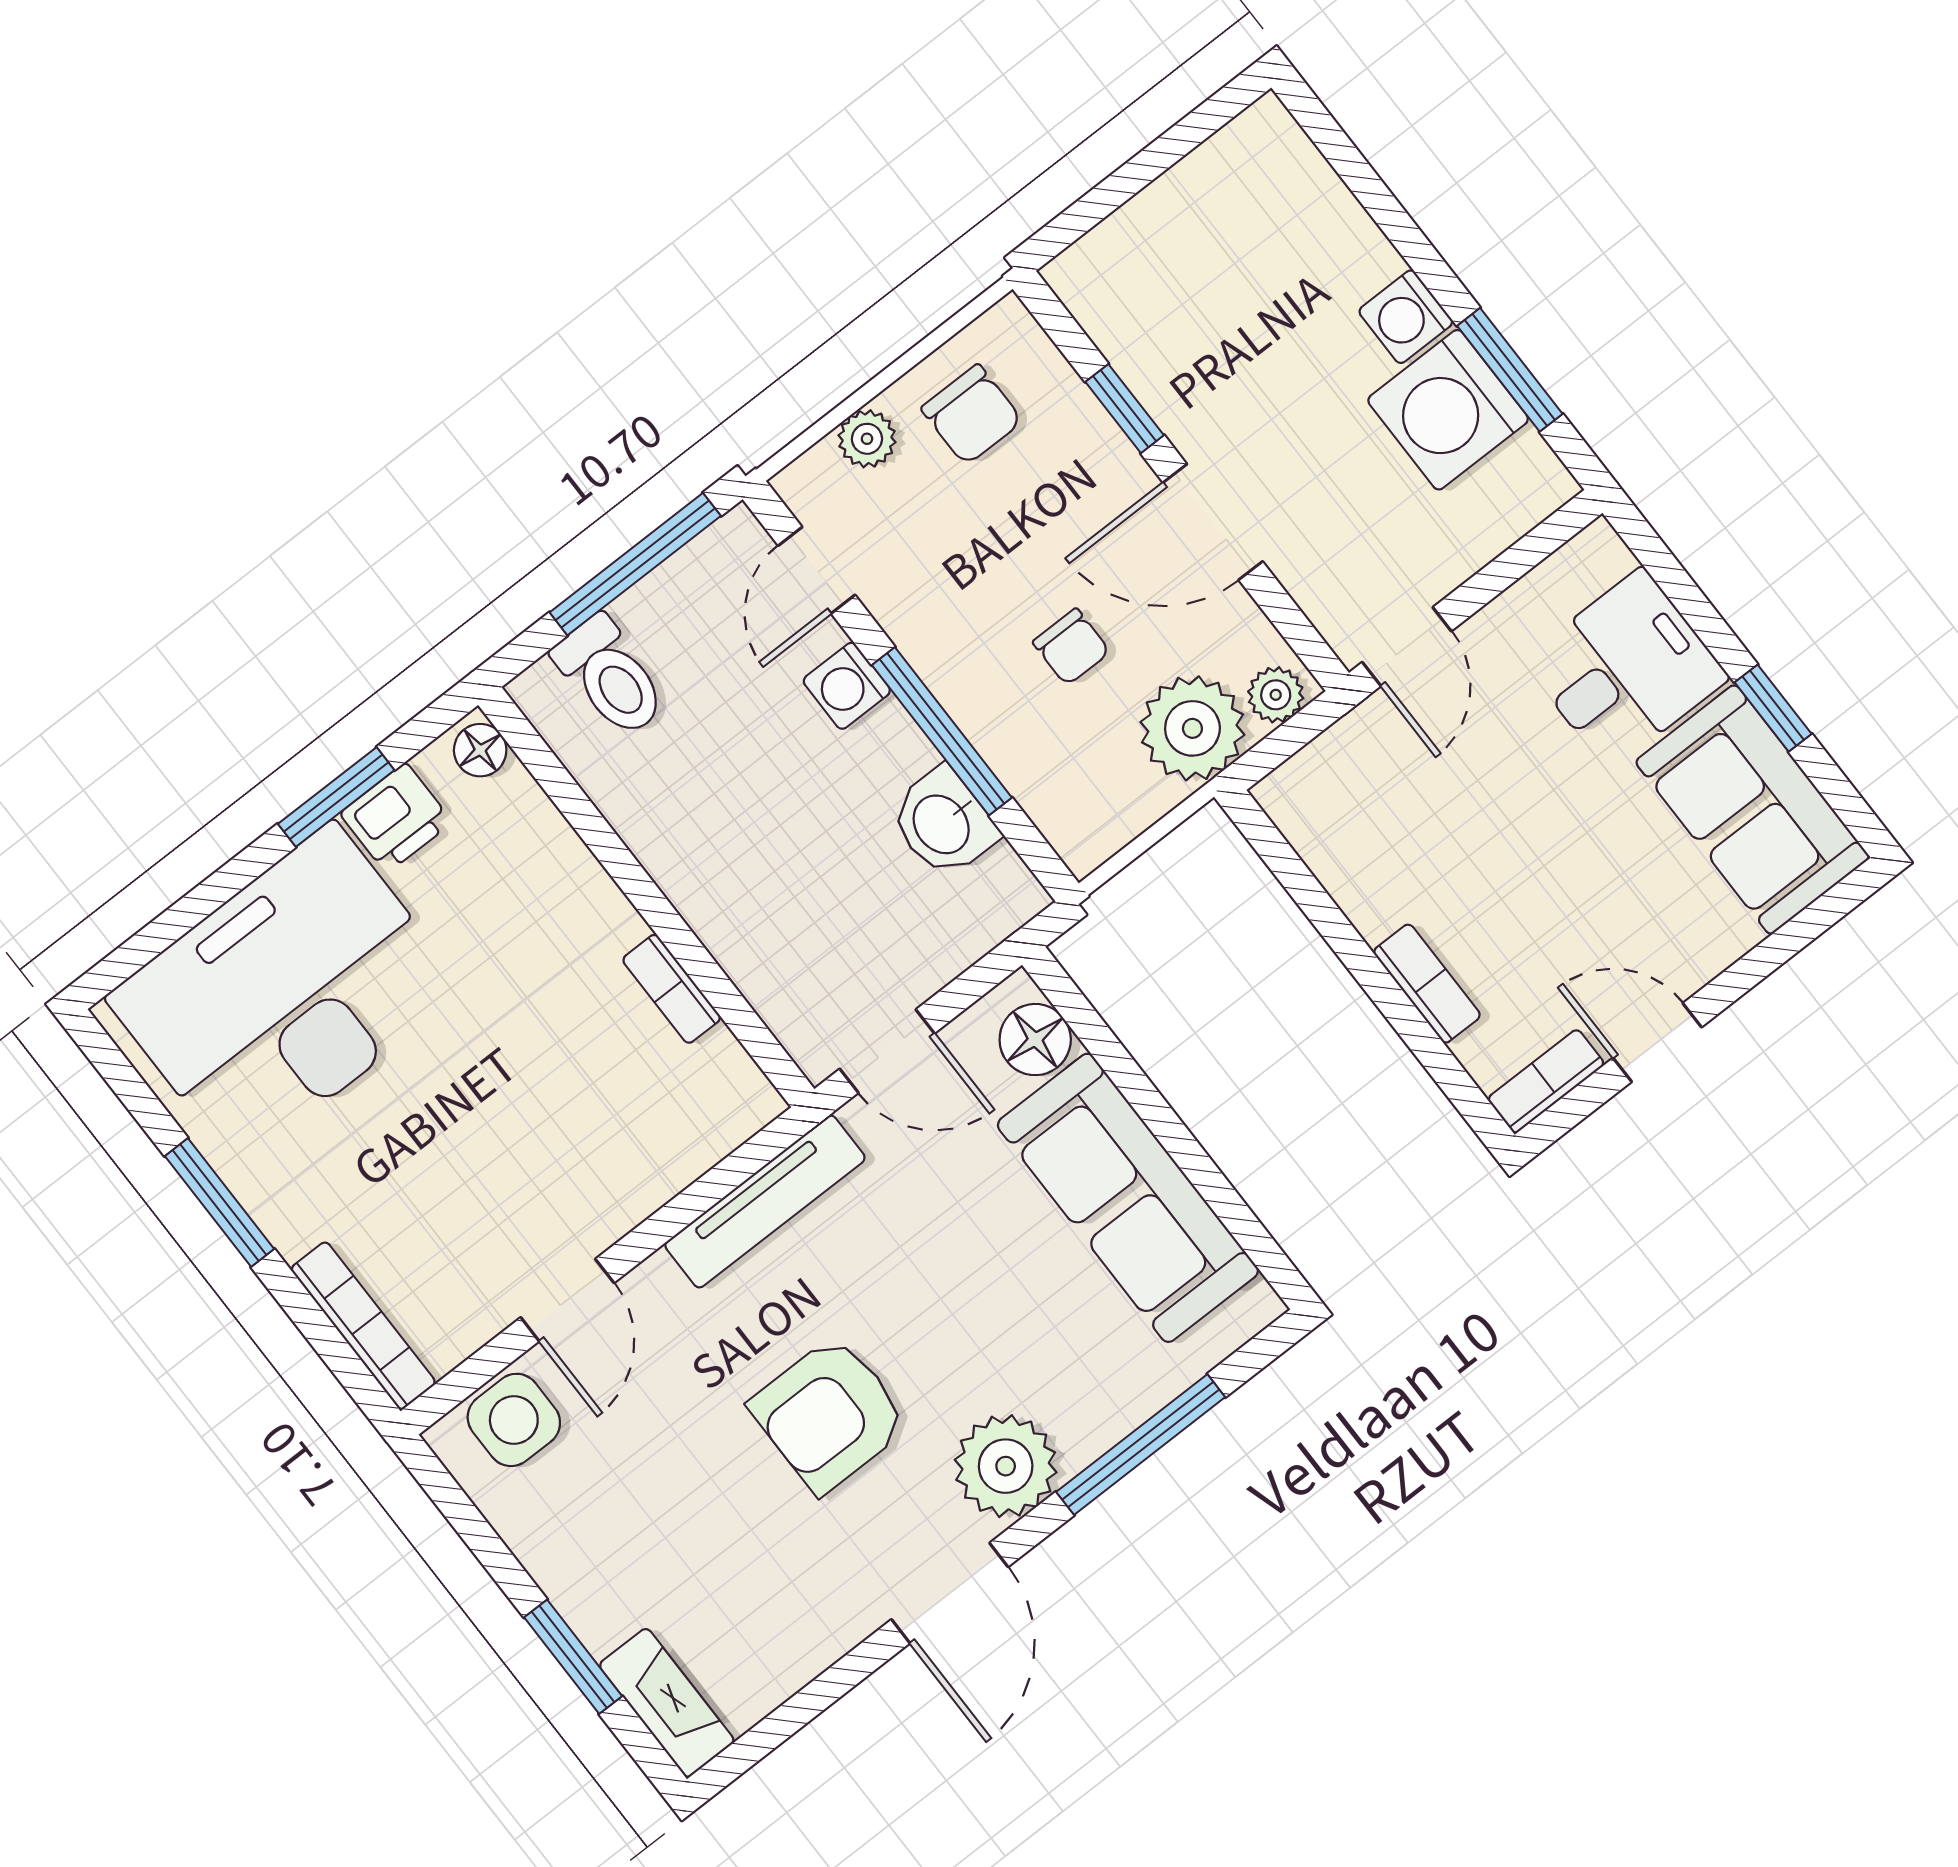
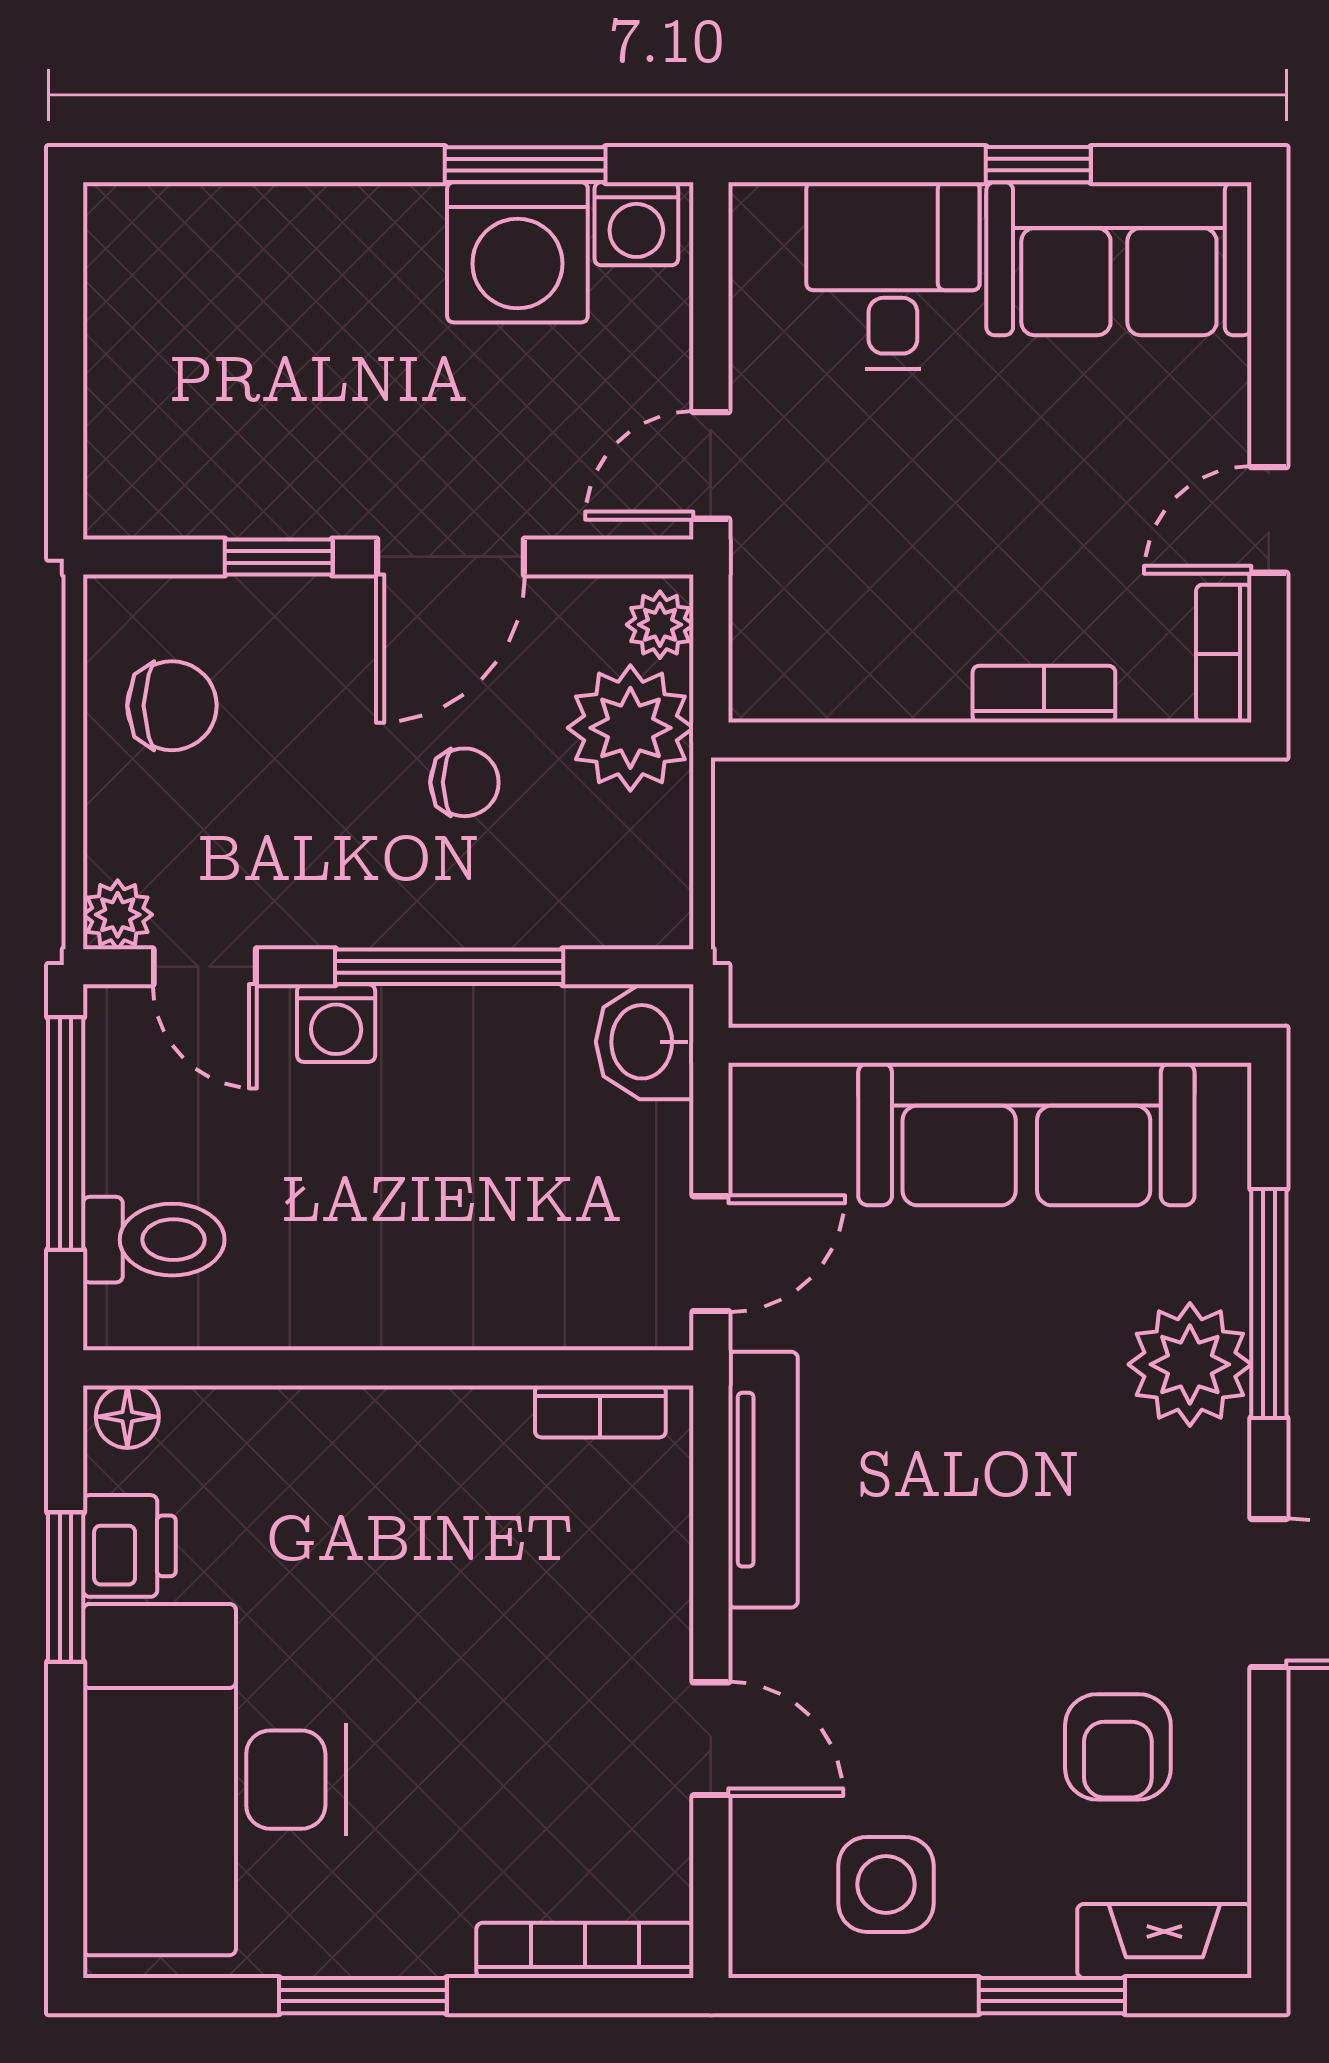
washing machine: (1406, 317) -> (636, 224), moved
plant: (867, 439) -> (118, 915), moved
door: (1407, 647) -> (711, 465), swing flipped
washbasin: (943, 823) -> (645, 1042), moved, turned 90
bookcase: (672, 989) -> (600, 1411), moved
floor lamp: (1035, 1040) -> (809, 1105), removed
armchair: (829, 1414) -> (1118, 1747), moved, width x0.72, depth x0.72
side table: (514, 1420) -> (886, 1884), moved
plant: (1006, 1466) -> (1190, 1364), moved

